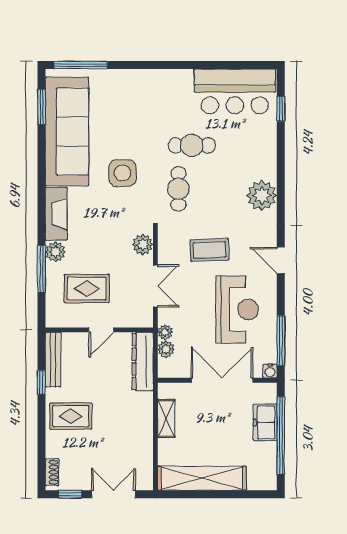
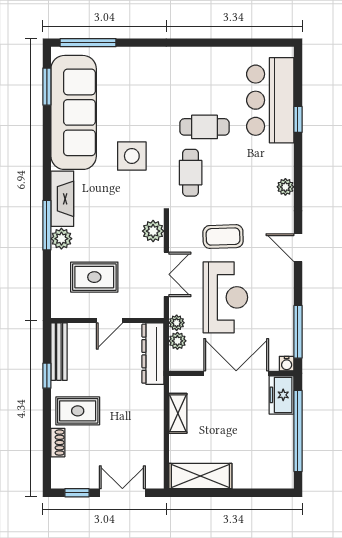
bar counter: (235, 91) -> (270, 100), moved, turned 90
window: (281, 109) -> (298, 119), moved
plant: (262, 195) -> (285, 187), width x0.53, depth x0.53
window: (41, 269) -> (47, 225), moved
reception desk: (237, 309) -> (225, 297), moved
freezer: (265, 422) -> (281, 395), moved
shoe rack: (52, 472) -> (58, 443), moved
shelving: (202, 478) -> (200, 476), width x0.68

